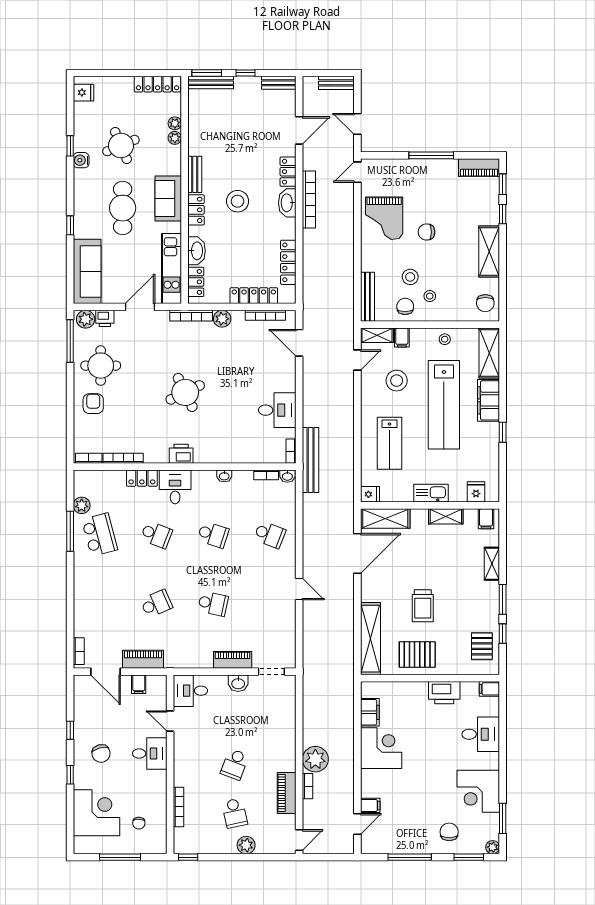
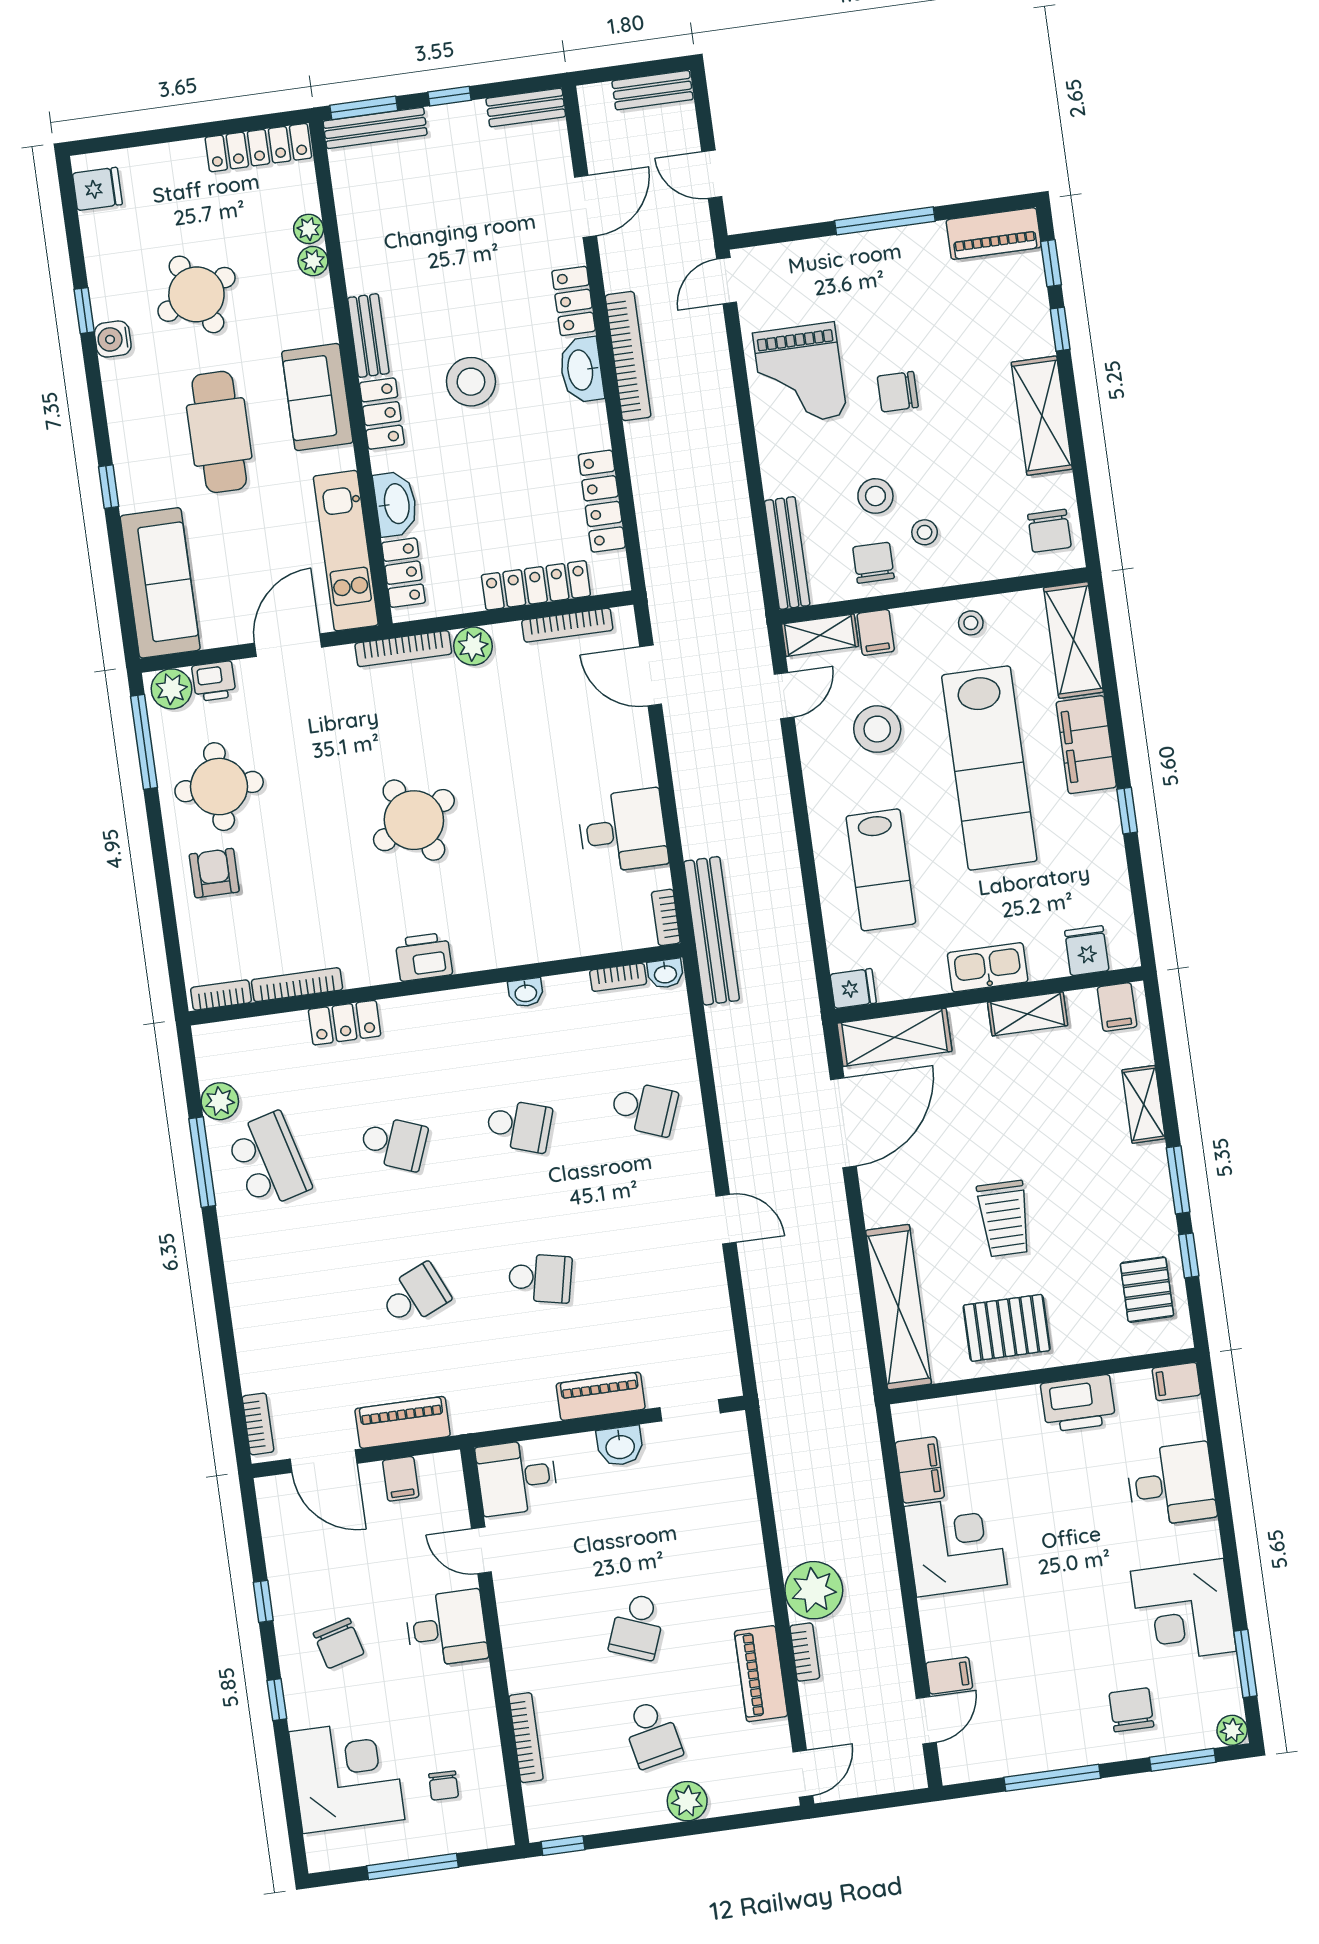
desk: (175, 487) -> (421, 1032), removed

